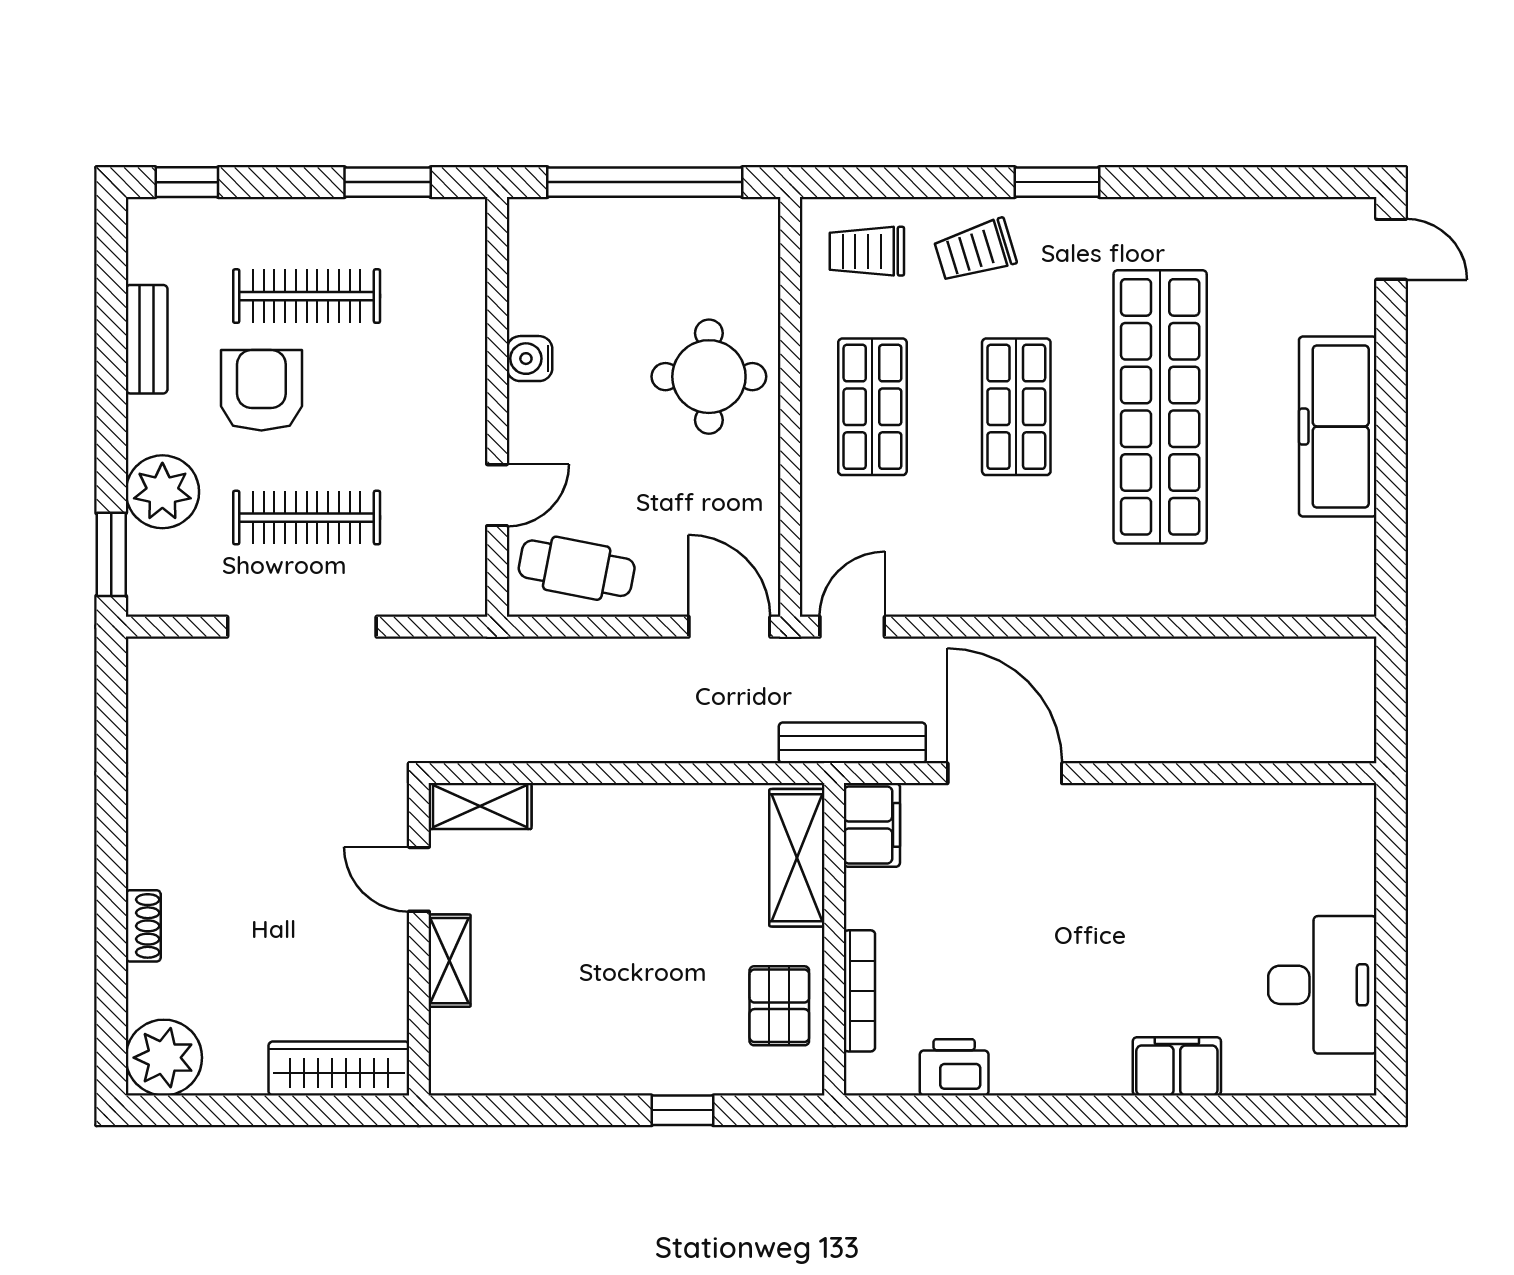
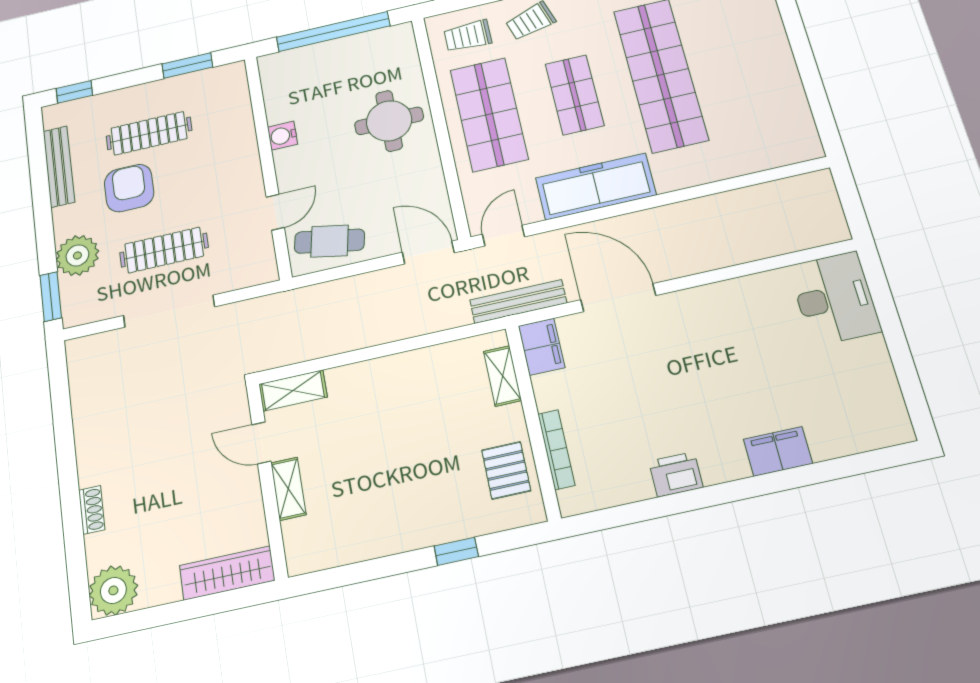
bench: (147, 339) -> (59, 166), width x1.36
shop shelf: (872, 407) -> (489, 114), width x1.43, depth x1.36
freezer: (1338, 427) -> (596, 186), moved, turned 90
shelving: (797, 858) -> (503, 376), width x0.67, depth x0.75
desk: (1322, 985) -> (834, 298), moved
printer: (954, 1067) -> (676, 474), moved

